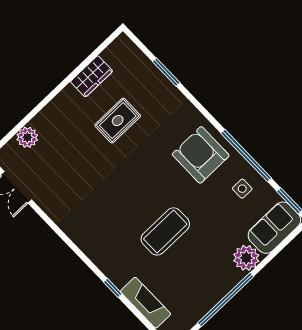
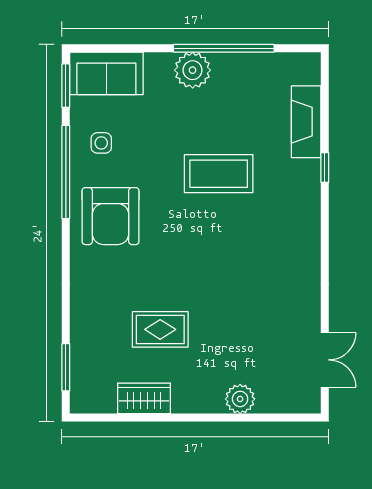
window: (166, 72) -> (66, 367), moved
plant: (27, 137) -> (240, 399), moved
plant: (246, 258) -> (193, 70), moved

